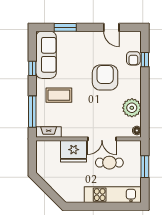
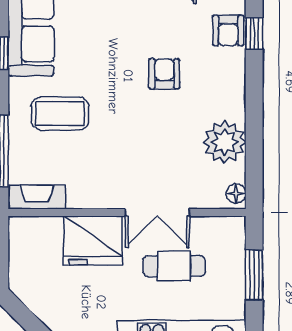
armchair: (105, 78) -> (164, 74), width x0.53, depth x0.53

